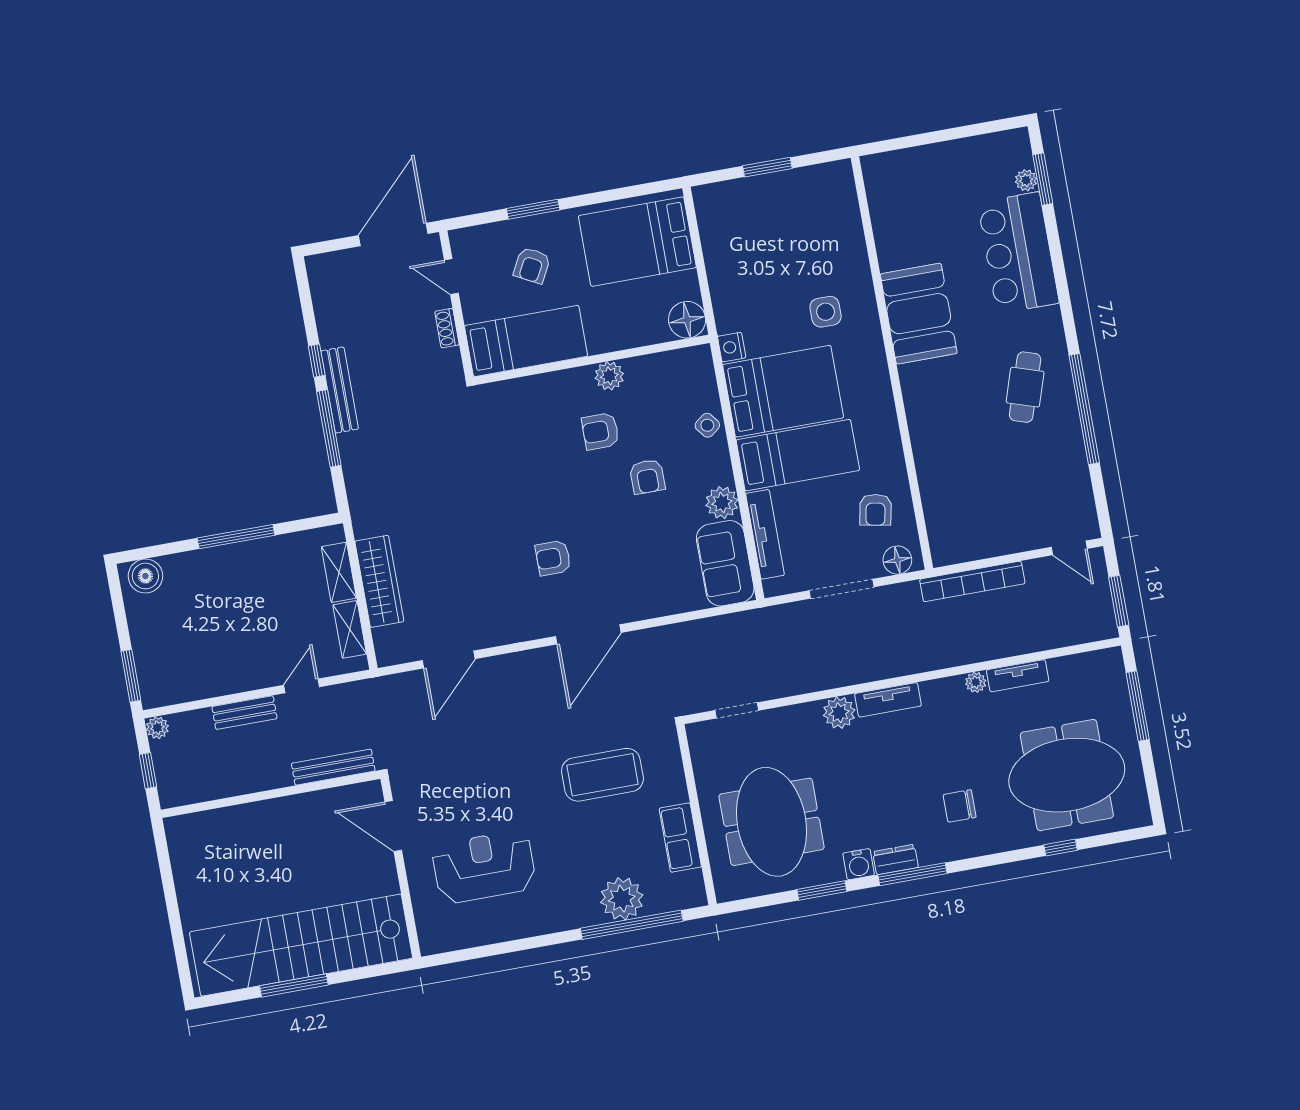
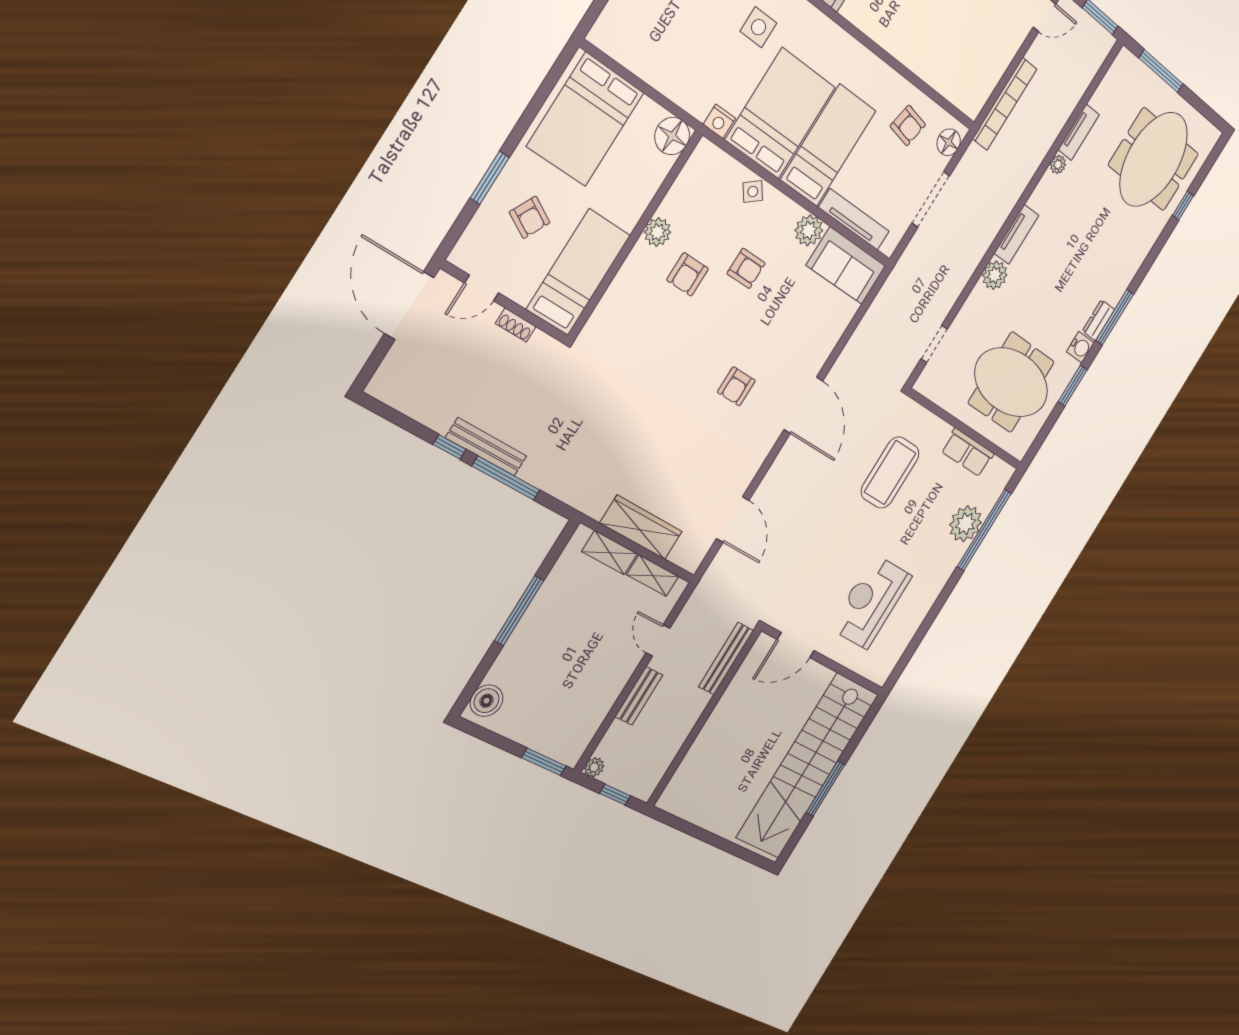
chair: (960, 806) -> (1109, 248), removed

